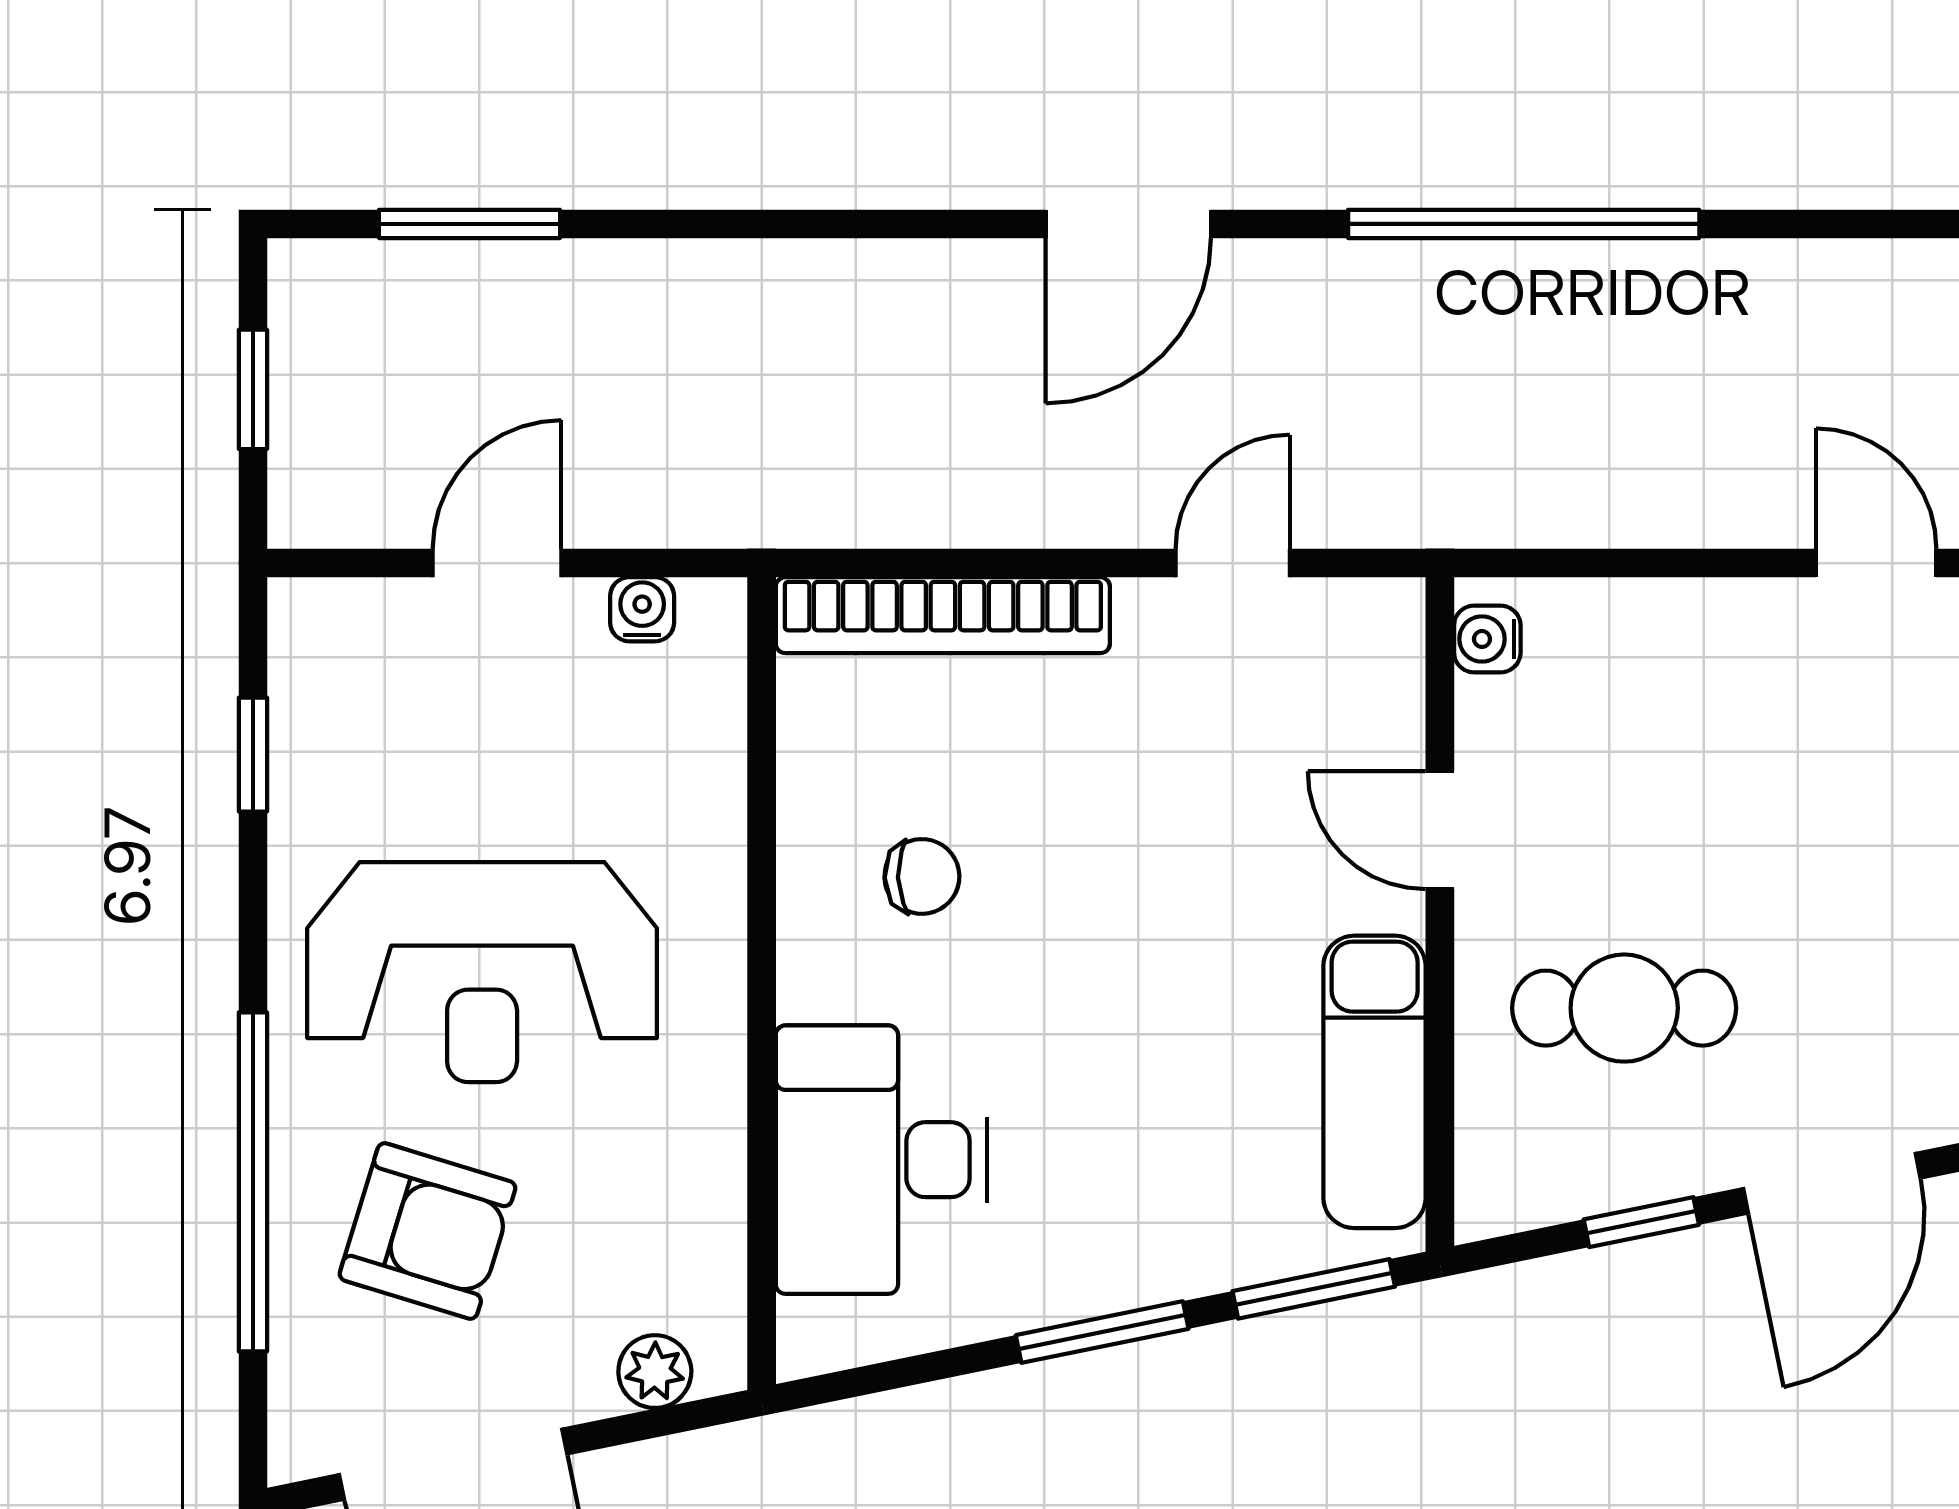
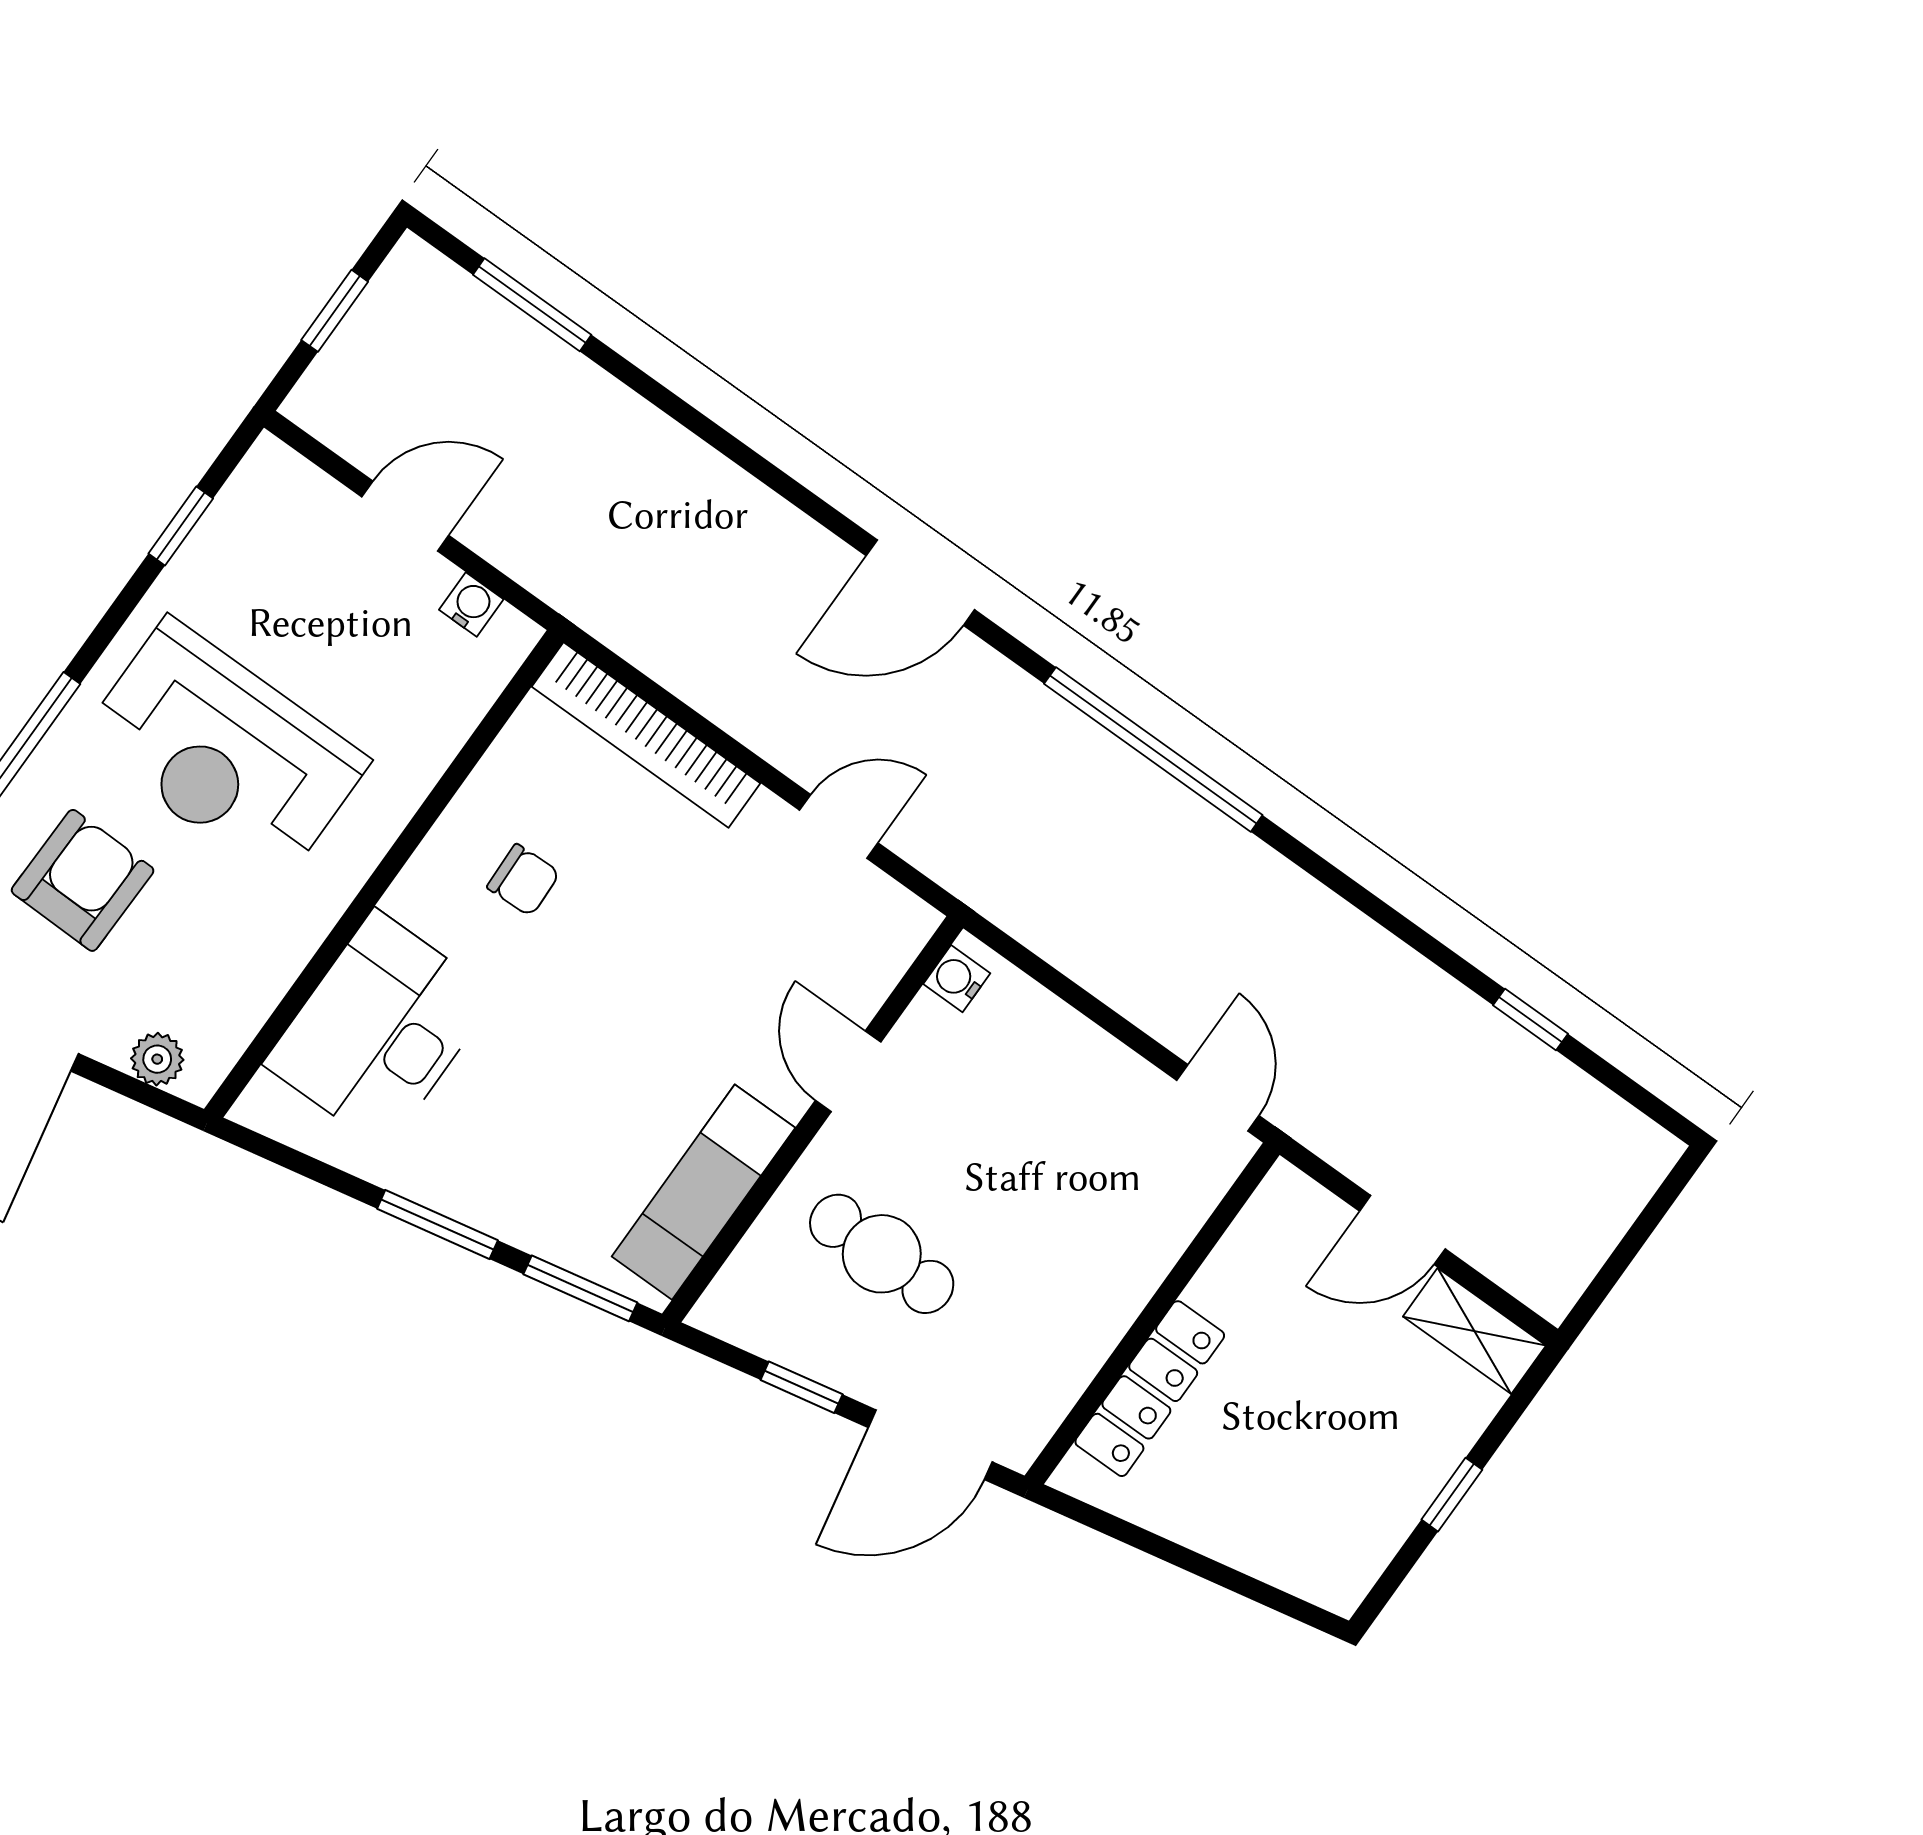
armchair: (427, 1231) -> (83, 880), turned -106

